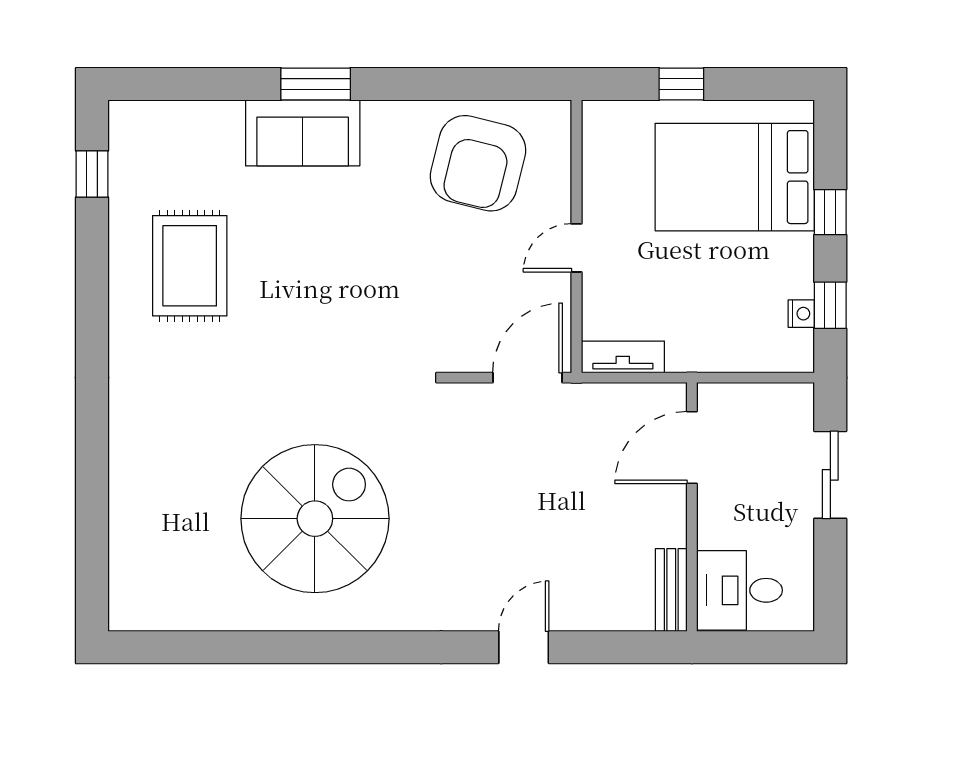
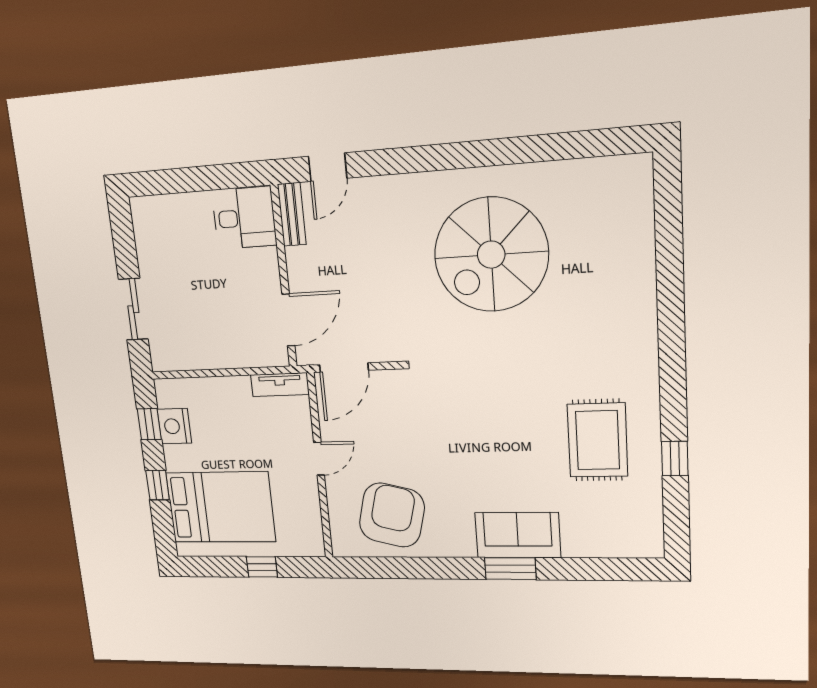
window: (92, 174) -> (675, 459), moved
nightstand: (801, 314) -> (174, 426), width x1.89, depth x1.79
door: (692, 448) -> (288, 320), moved
wall: (692, 507) -> (284, 277), moved
bench: (671, 590) -> (292, 214), moved
desk: (739, 590) -> (244, 218), moved

